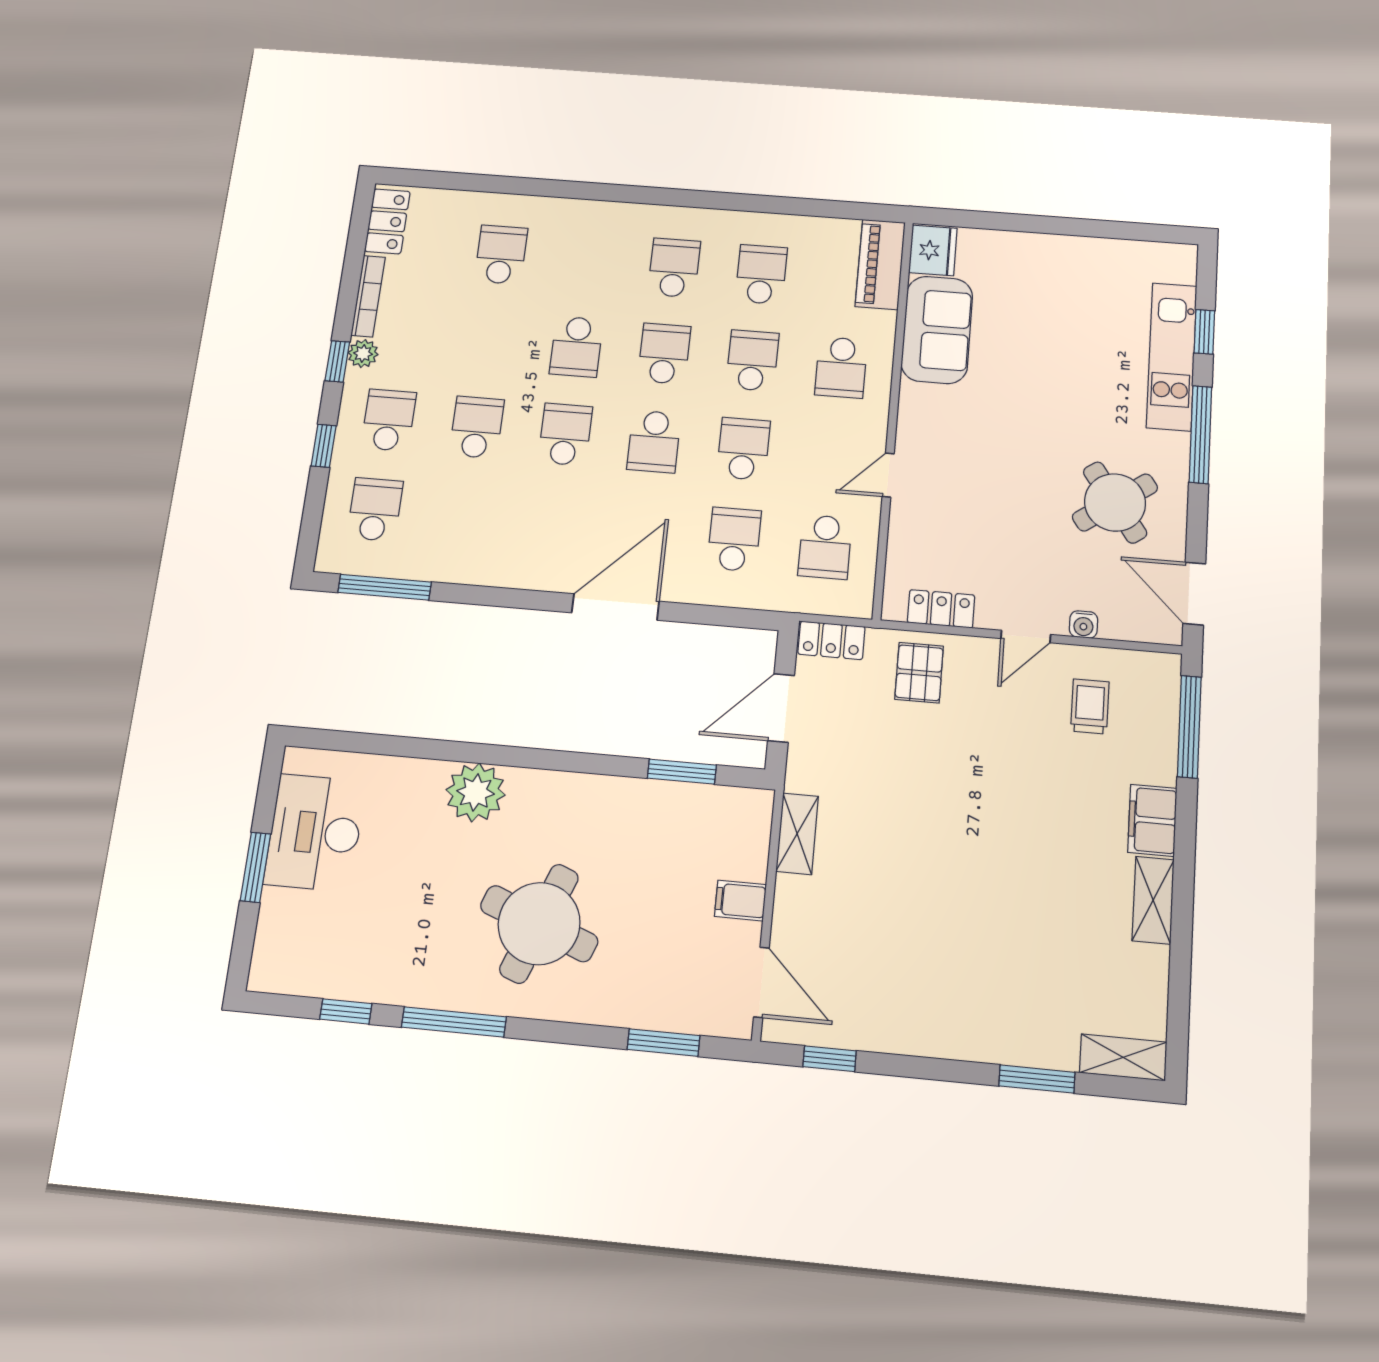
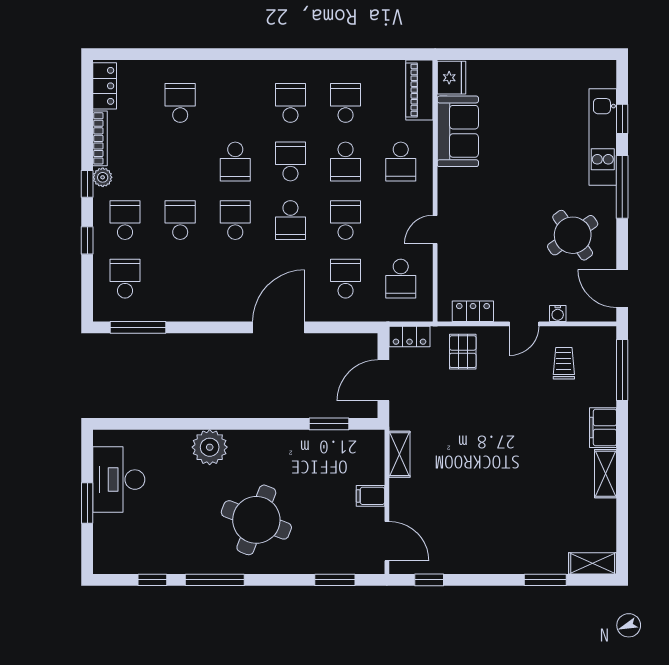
school desk: (752, 360) -> (346, 162), turned 180

